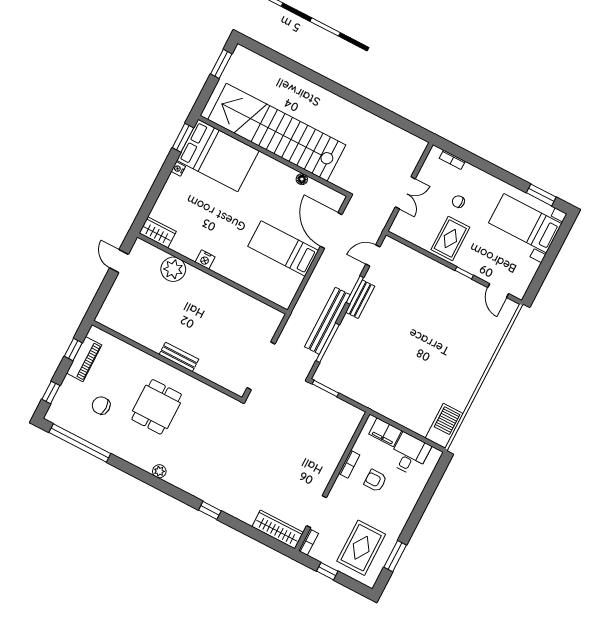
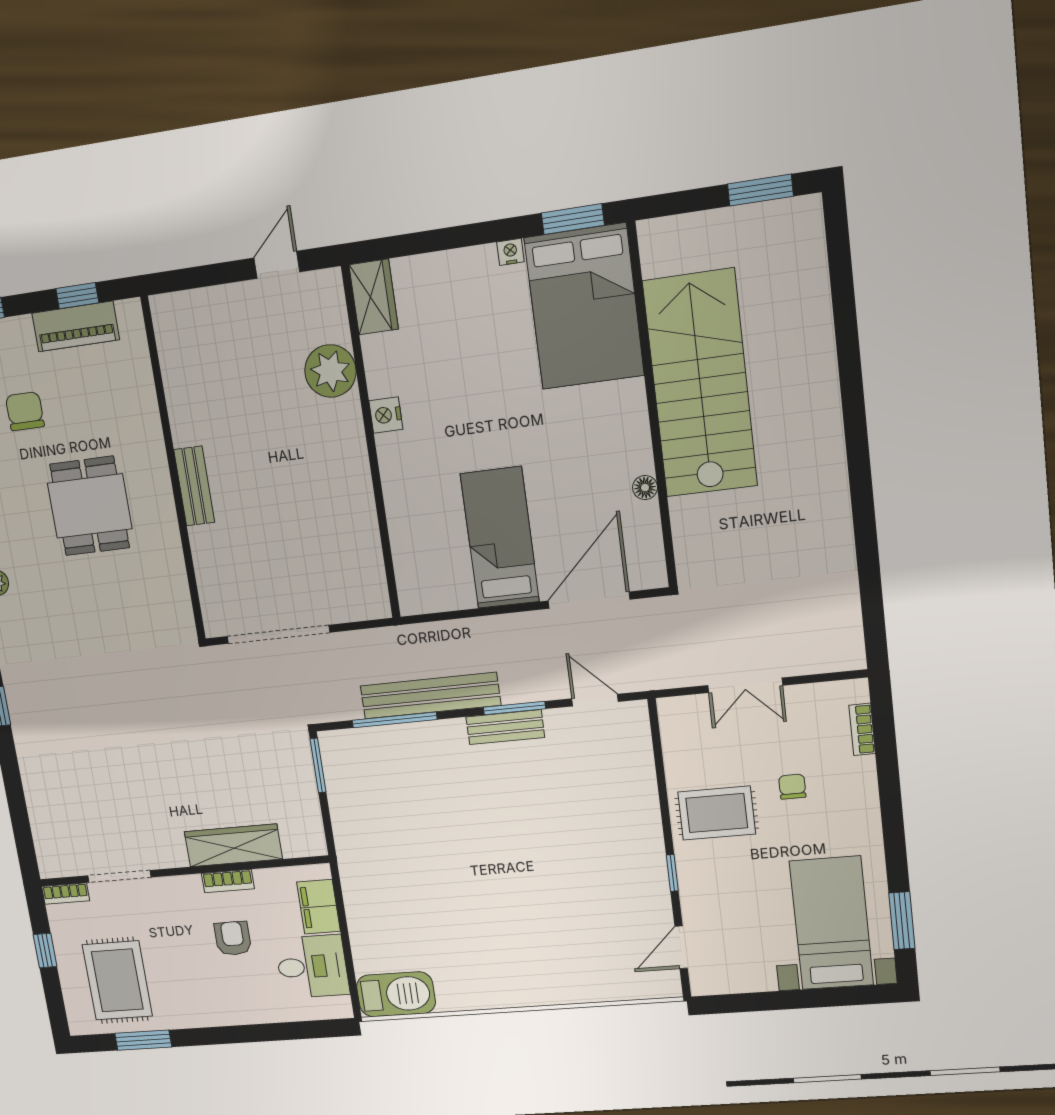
stairs: (277, 132) -> (700, 384), width x0.73
dining table: (157, 407) -> (90, 506), turned 90
wardrobe: (278, 529) -> (233, 845), moved, turned -90
rug: (361, 548) -> (117, 980), turned 90

